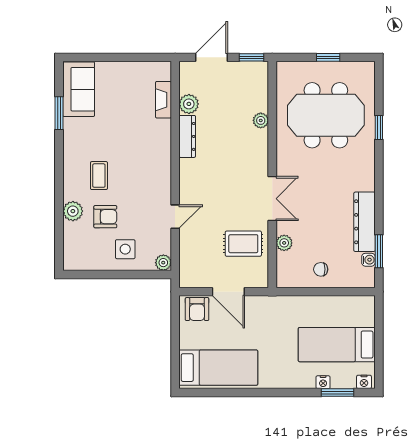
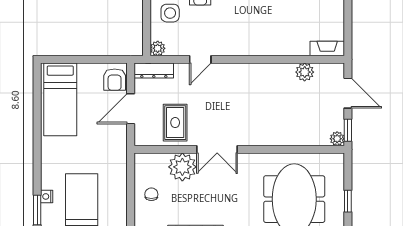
fireplace: (163, 100) -> (327, 49), moved
plant: (261, 120) -> (337, 139), moved
dresser: (187, 136) -> (154, 71), moved
door: (175, 217) -> (200, 59), hinge flipped
plant: (284, 243) -> (182, 167), width x1.87, depth x1.87
armchair: (197, 309) -> (115, 80), turned -90

